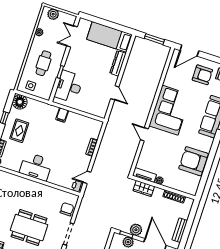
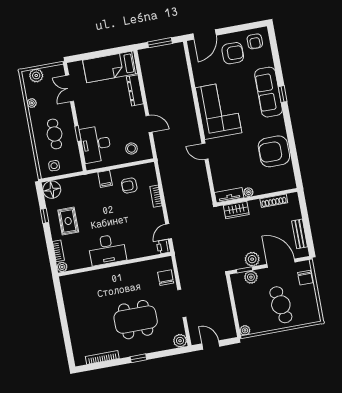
stool: (93, 104) -> (131, 148), added
armchair: (77, 129) -> (129, 185), added

